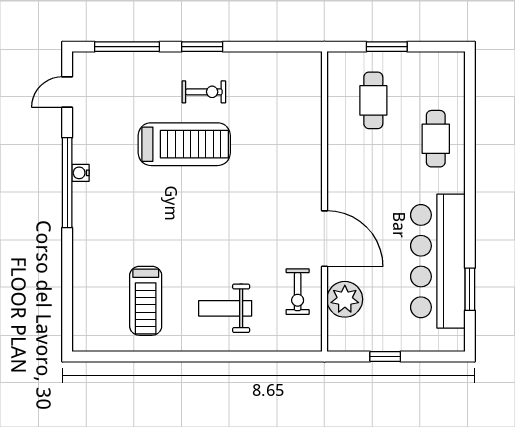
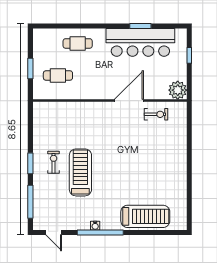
window: (470, 289) -> (140, 26), moved
plant: (345, 299) -> (178, 90), moved
treadmill: (146, 301) -> (145, 216), moved, width x1.37, depth x1.38
weight bench: (225, 308) -> (165, 151), removed
window: (385, 356) -> (189, 55), moved

